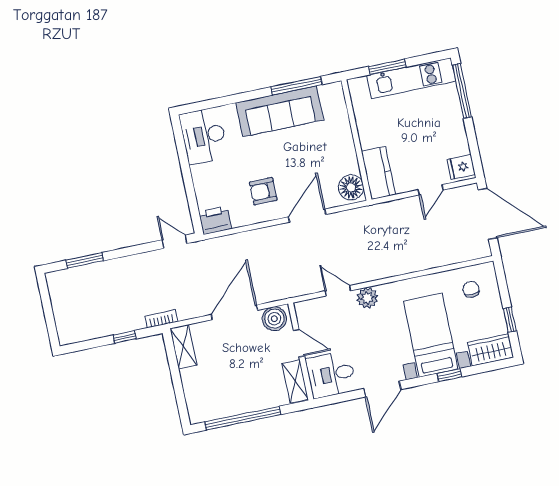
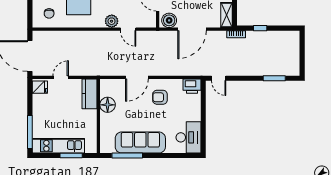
floor lamp: (351, 187) -> (108, 105), moved
armchair: (263, 191) -> (160, 97), turned 180

